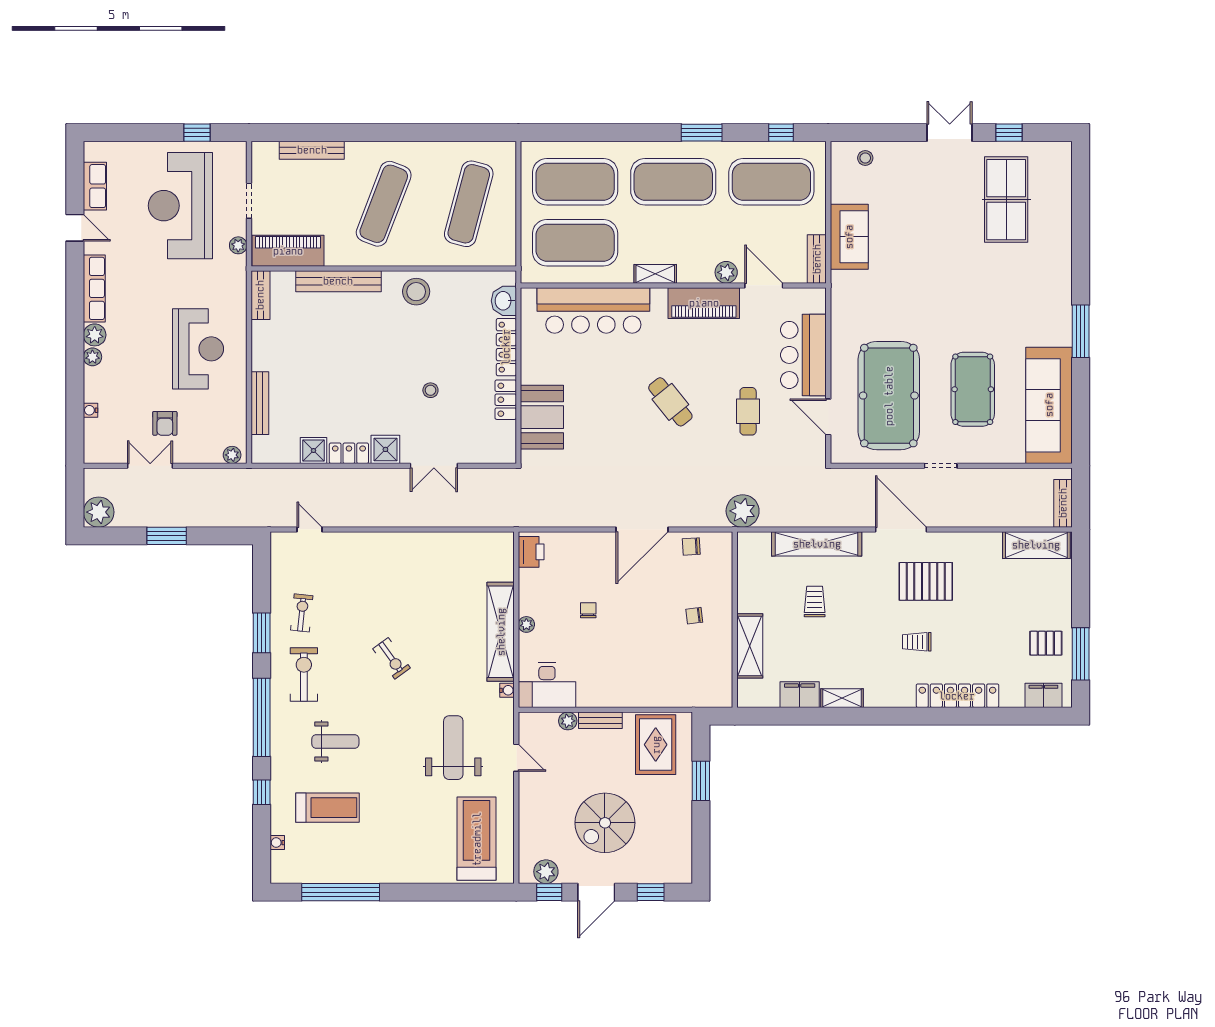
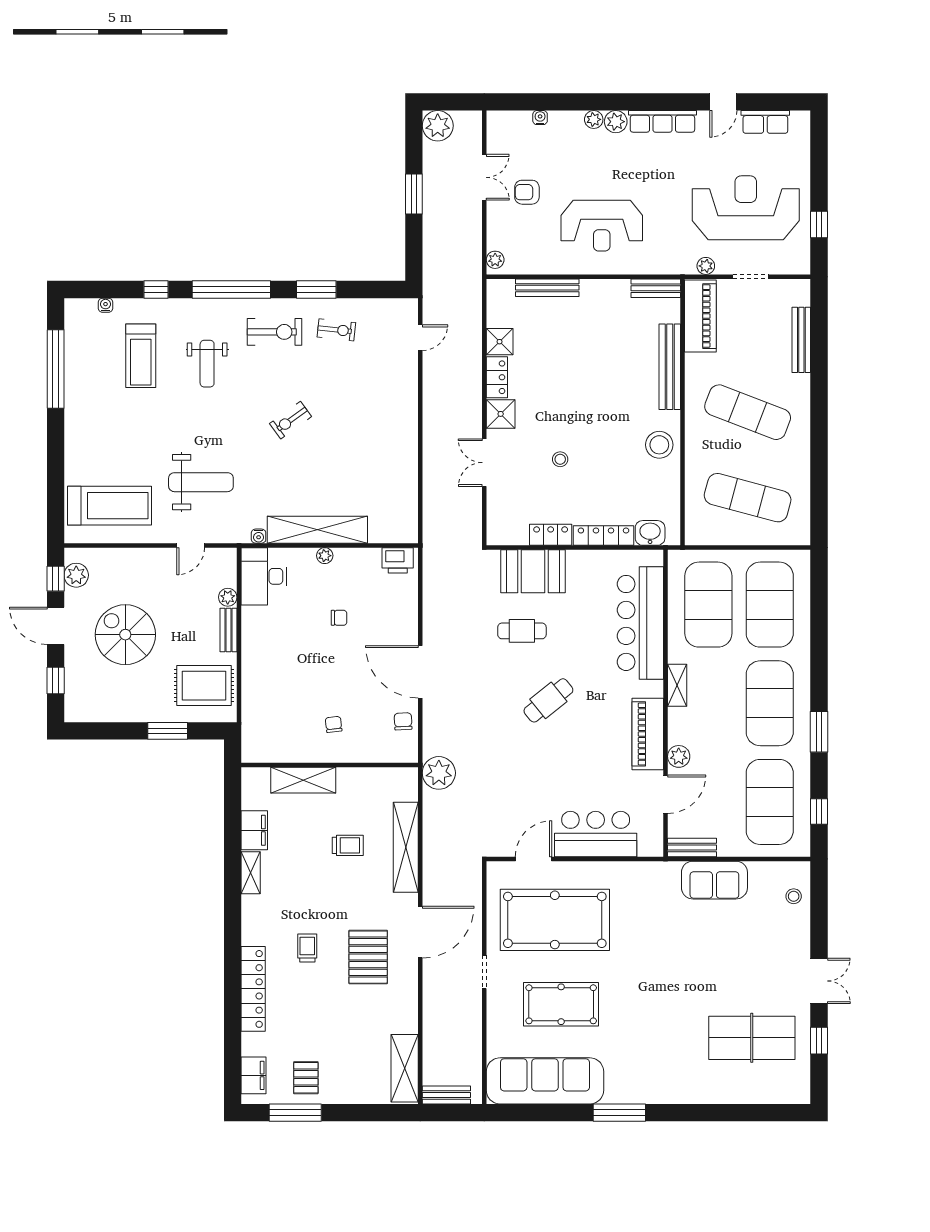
cafe table: (748, 411) -> (522, 631), moved

